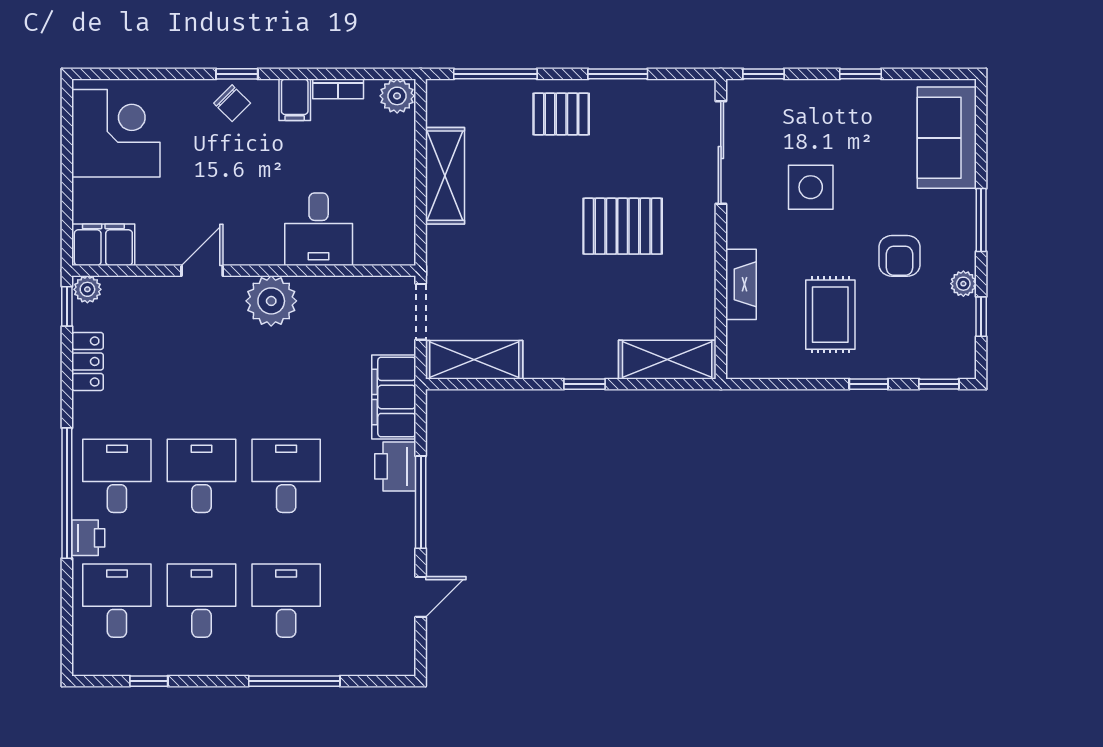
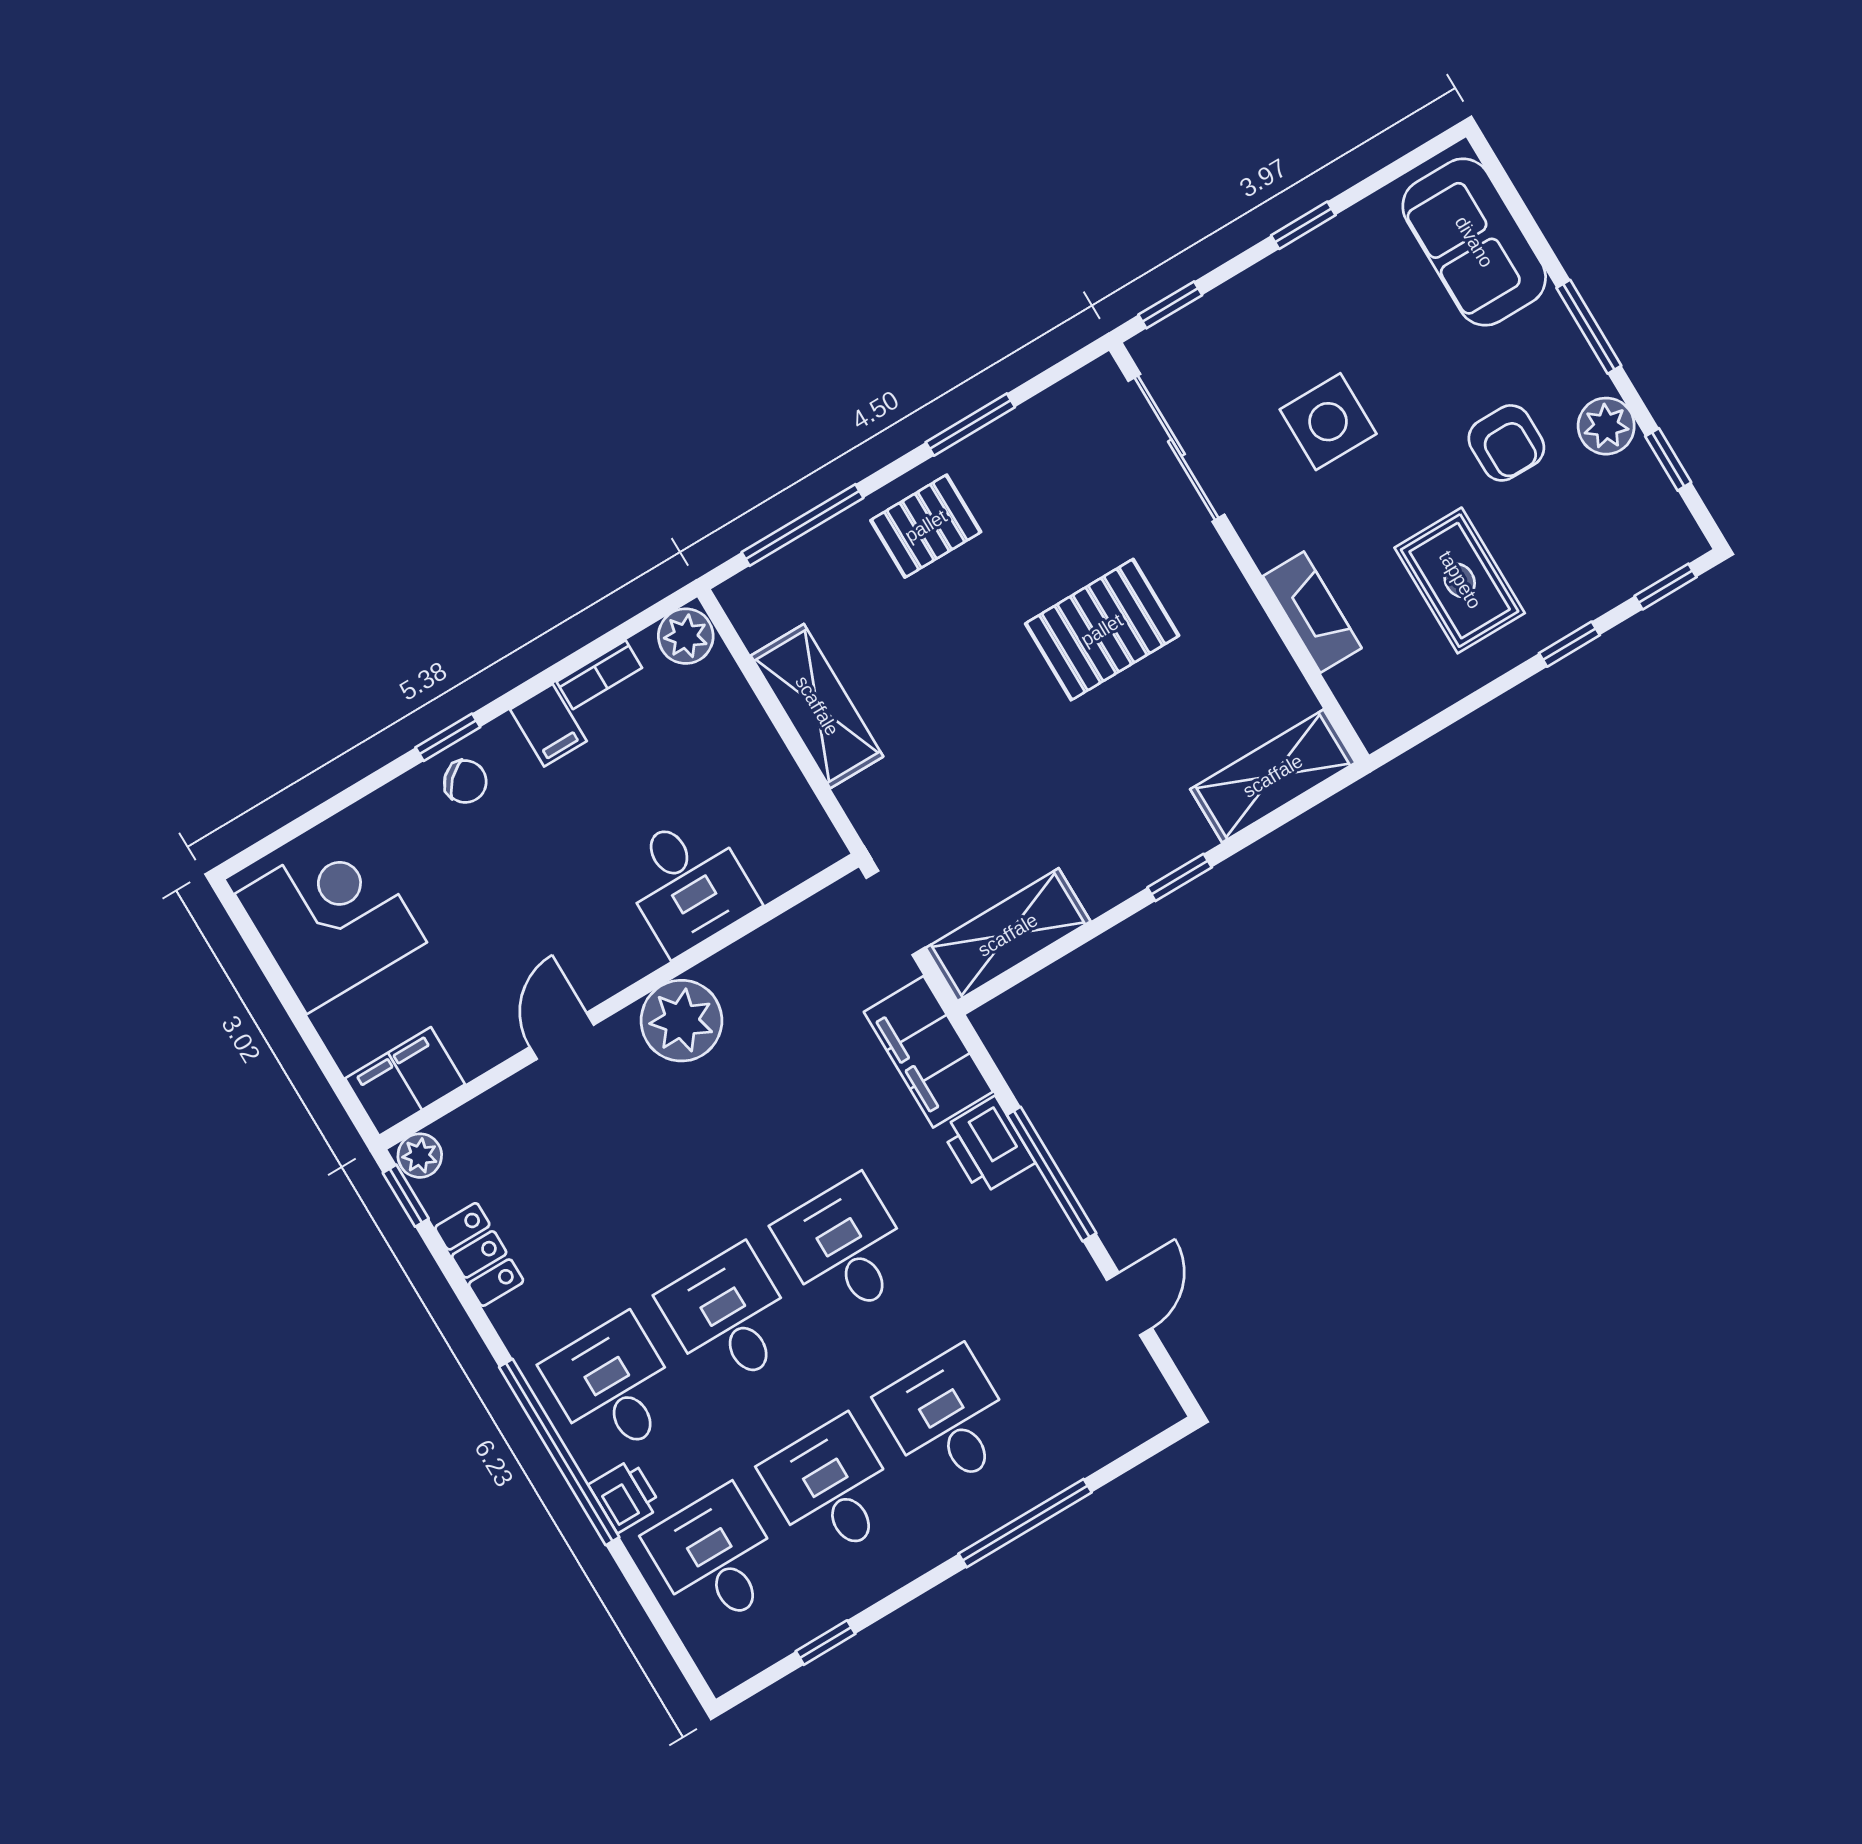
plant: (963, 284) -> (1606, 426), width x1.38, depth x1.38

